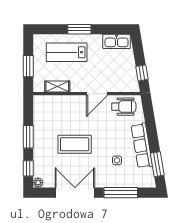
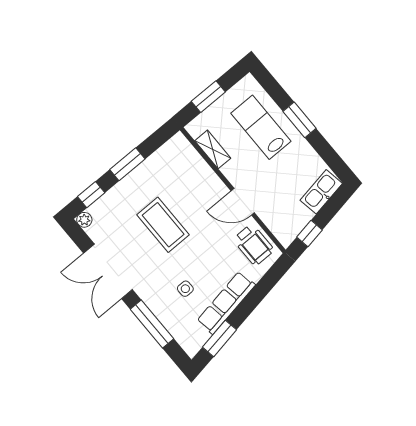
kitchen sink: (117, 41) -> (321, 192), moved, turned 80
double door: (75, 193) -> (108, 271), swing flipped

